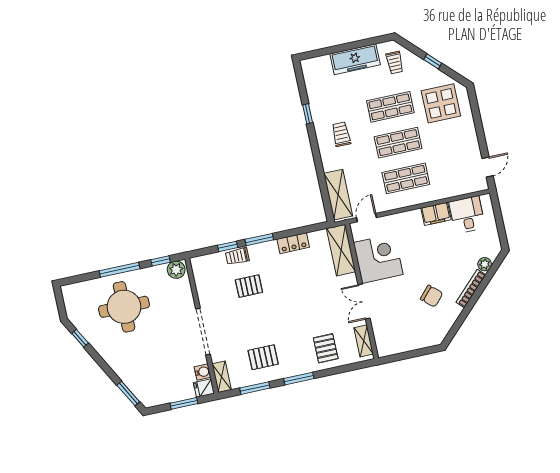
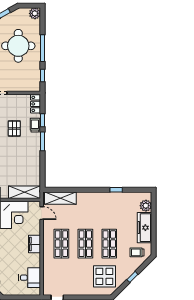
plant: (322, 64) -> (146, 206), added
trolley: (341, 134) -> (99, 208), removed
filing cabinet: (436, 214) -> (35, 244), moved
locker: (293, 243) -> (36, 104), moved
plant: (176, 270) -> (35, 13), moved

